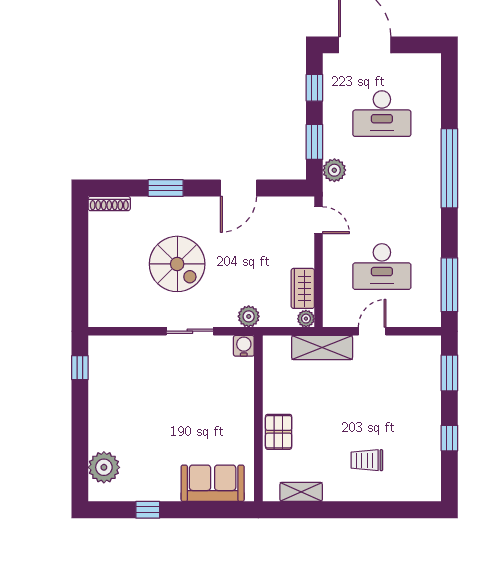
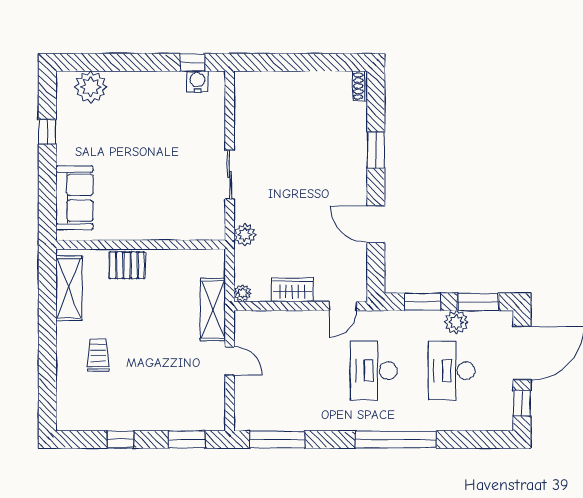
window: (414, 45) -> (522, 403), added
window: (314, 88) -> (478, 302), width x1.50
plant: (334, 170) -> (456, 322), moved
shoe rack: (109, 203) -> (360, 86), width x0.70
spiral stairs: (177, 264) -> (298, 162), removed
desk: (382, 267) -> (374, 371), moved
wardrobe: (303, 288) -> (292, 290), moved
water cooler: (244, 346) -> (197, 82), moved, turned -90
shelving: (301, 492) -> (69, 288), width x1.50, depth x1.33

